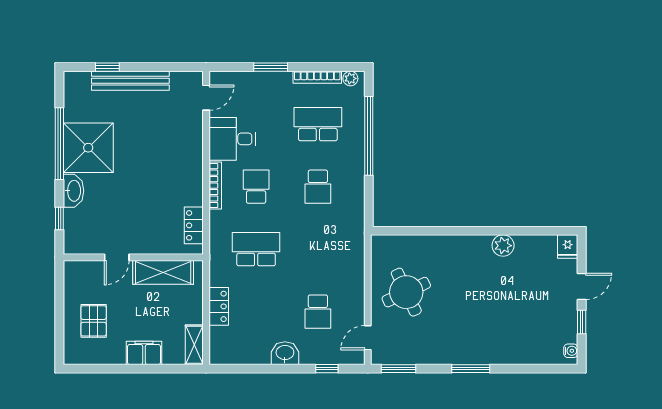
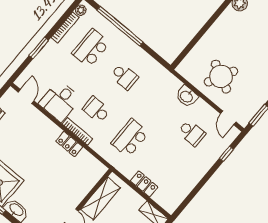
locker: (194, 225) -> (69, 144), moved
round table: (406, 292) -> (221, 77), turned -38
washbasin: (285, 353) -> (187, 96), moved, turned -90

